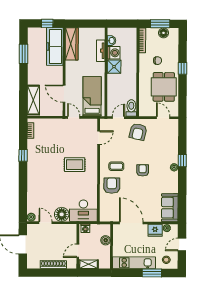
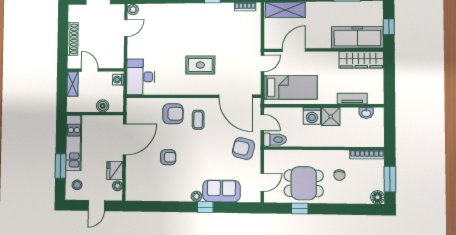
floor lamp: (164, 33) -> (378, 197), moved
washing machine: (114, 53) -> (312, 116), moved
window: (183, 68) -> (300, 209), moved
door: (99, 138) -> (236, 96), width x1.87
rug: (75, 165) -> (200, 65), turned 90
armchair: (143, 170) -> (168, 157), moved
sofa: (170, 208) -> (221, 191), moved
floor lamp: (62, 214) -> (136, 49), removed
door: (182, 244) -> (96, 206), swing flipped

